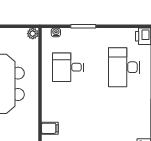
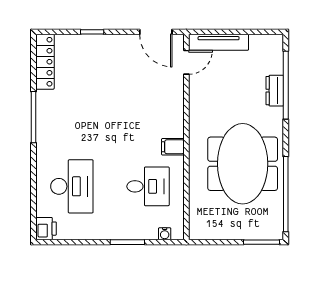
plant: (33, 34) -> (196, 232), removed
filing cabinet: (50, 128) -> (173, 147), moved

